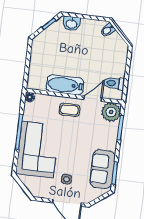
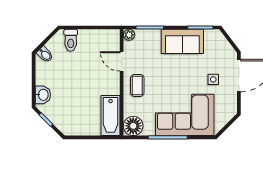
toilet: (114, 83) -> (71, 40), moved
bathtub: (65, 85) -> (111, 116), moved
floor lamp: (30, 97) -> (133, 126), width x1.89, depth x1.89
plant: (111, 112) -> (129, 35), width x0.53, depth x0.53
sofa: (102, 169) -> (182, 41), moved

